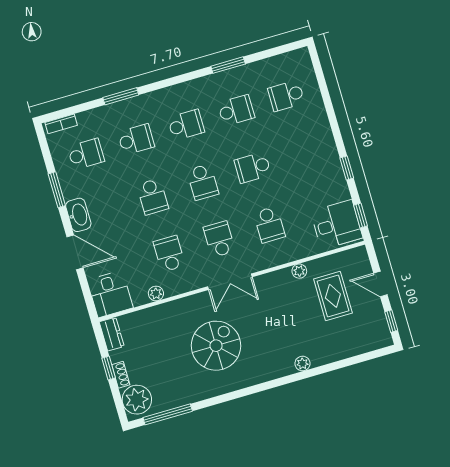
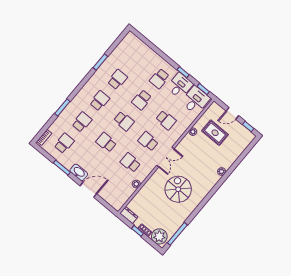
school desk: (286, 96) -> (159, 79), moved
school desk: (153, 197) -> (106, 142), turned 180
desk: (110, 294) -> (180, 86), moved, turned -90

